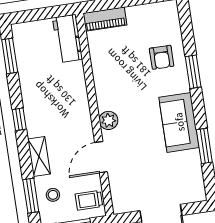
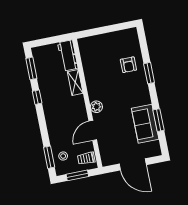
piano: (105, 19) -> (91, 42), removed
window: (19, 119) -> (37, 97), moved
sofa: (179, 122) -> (145, 124), moved
shelving: (39, 157) -> (75, 82), moved

